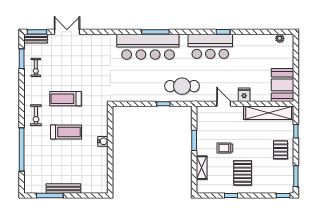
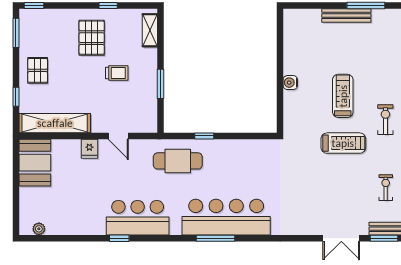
treadmill: (66, 132) -> (343, 96), turned 90
shelving: (202, 168) -> (150, 30), moved

